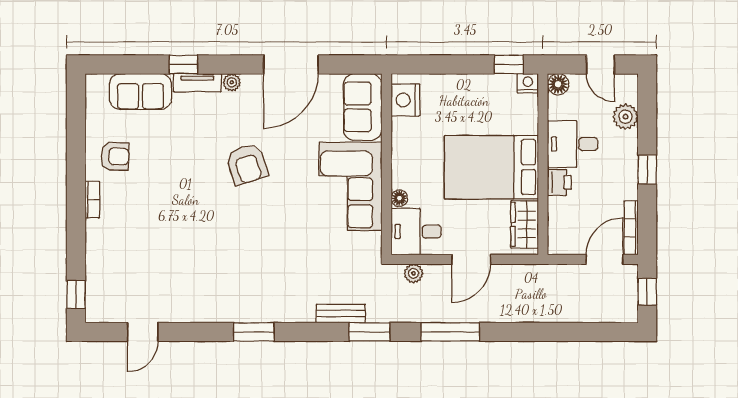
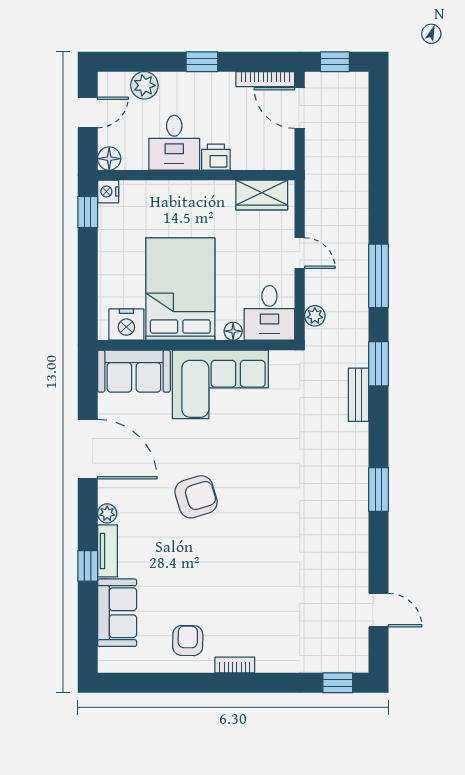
bed: (491, 167) -> (180, 289), moved, turned 180
door: (471, 259) -> (300, 253), width x0.73

